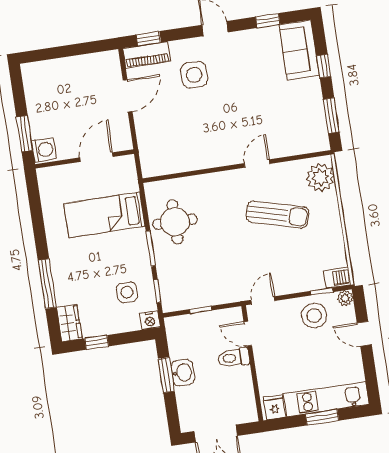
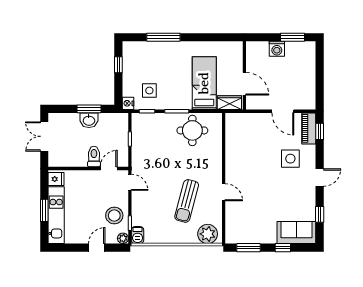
window: (25, 134) -> (292, 37), moved
washing machine: (44, 150) -> (277, 49), moved
wardrobe: (69, 323) -> (229, 103), moved, turned 180

